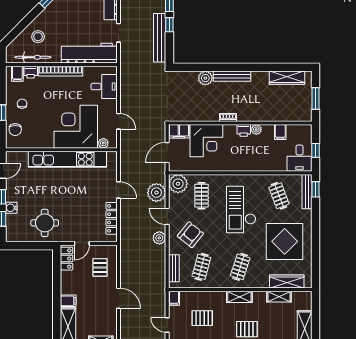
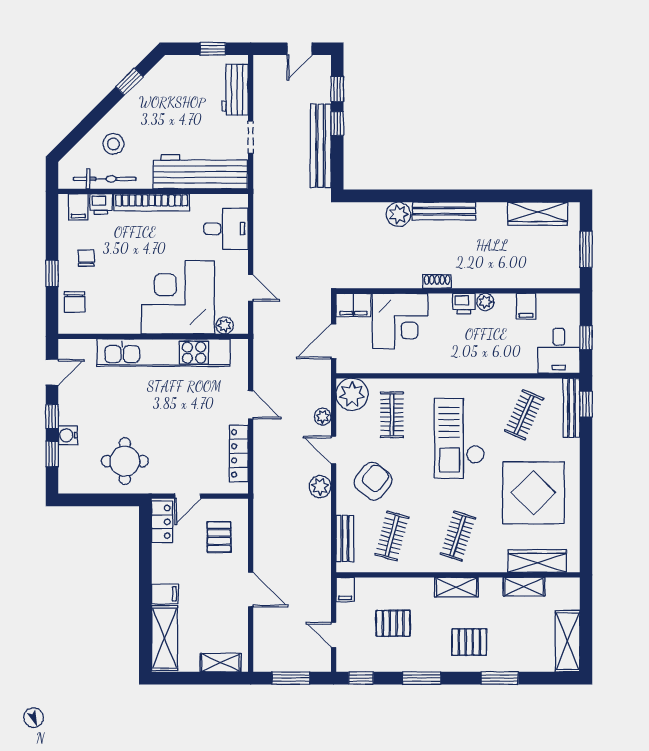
plant: (156, 193) -> (323, 417), width x0.53, depth x0.53
clothes rail: (279, 196) -> (524, 415), turned 45

